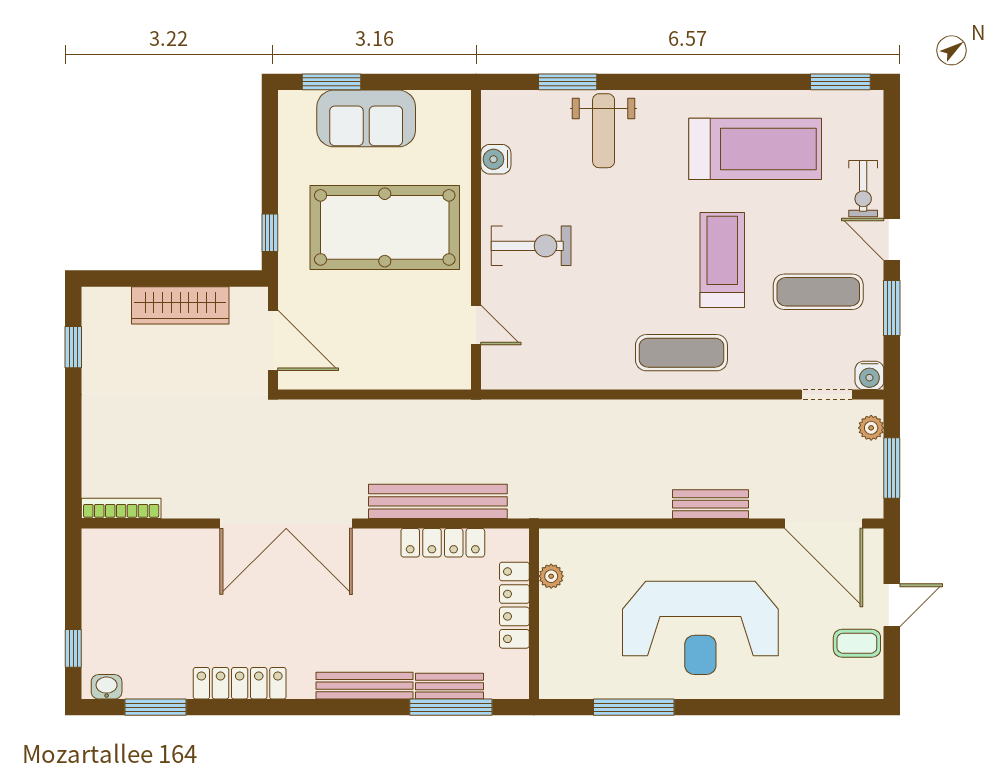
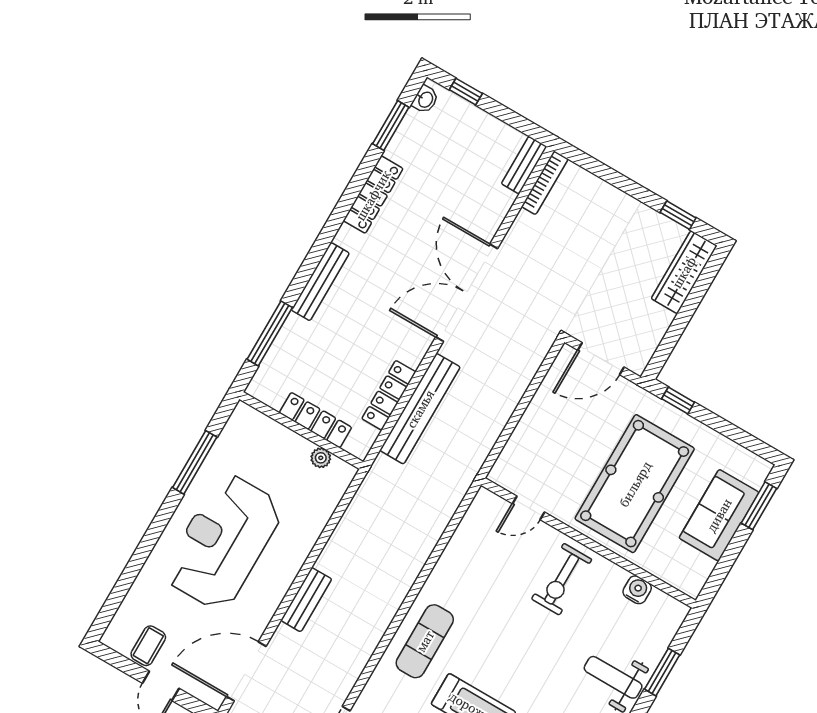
wardrobe: (180, 305) -> (684, 272), moved
bench: (449, 686) -> (524, 165), moved

